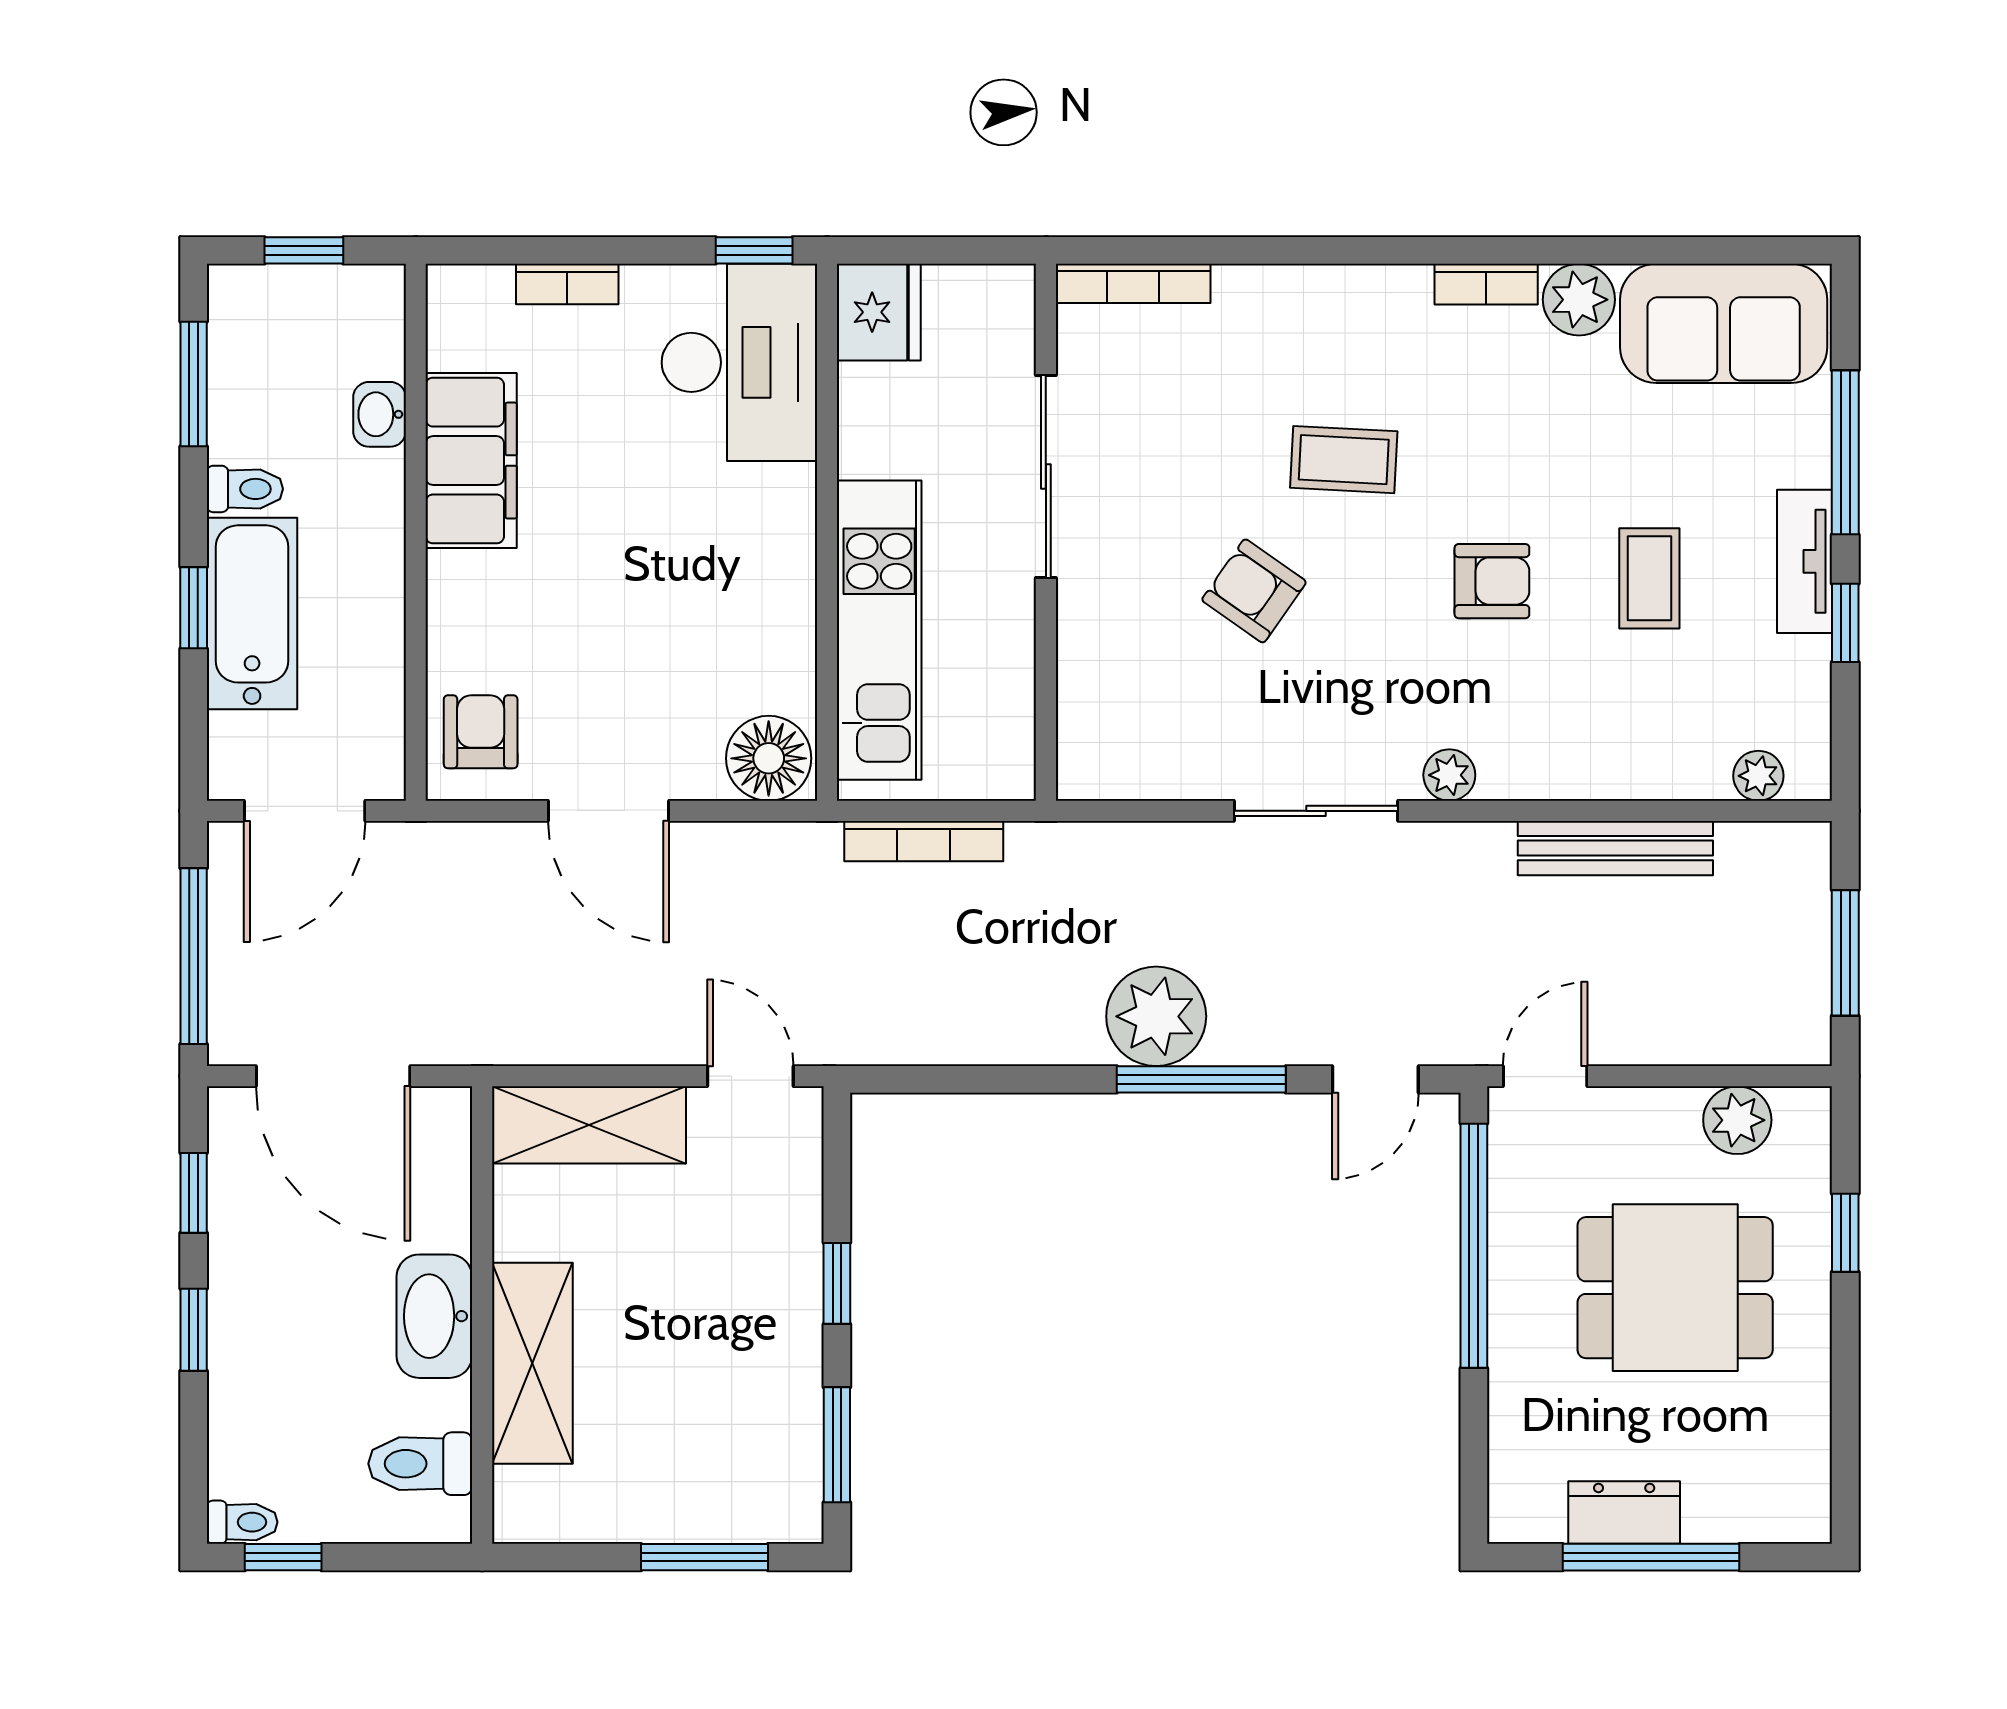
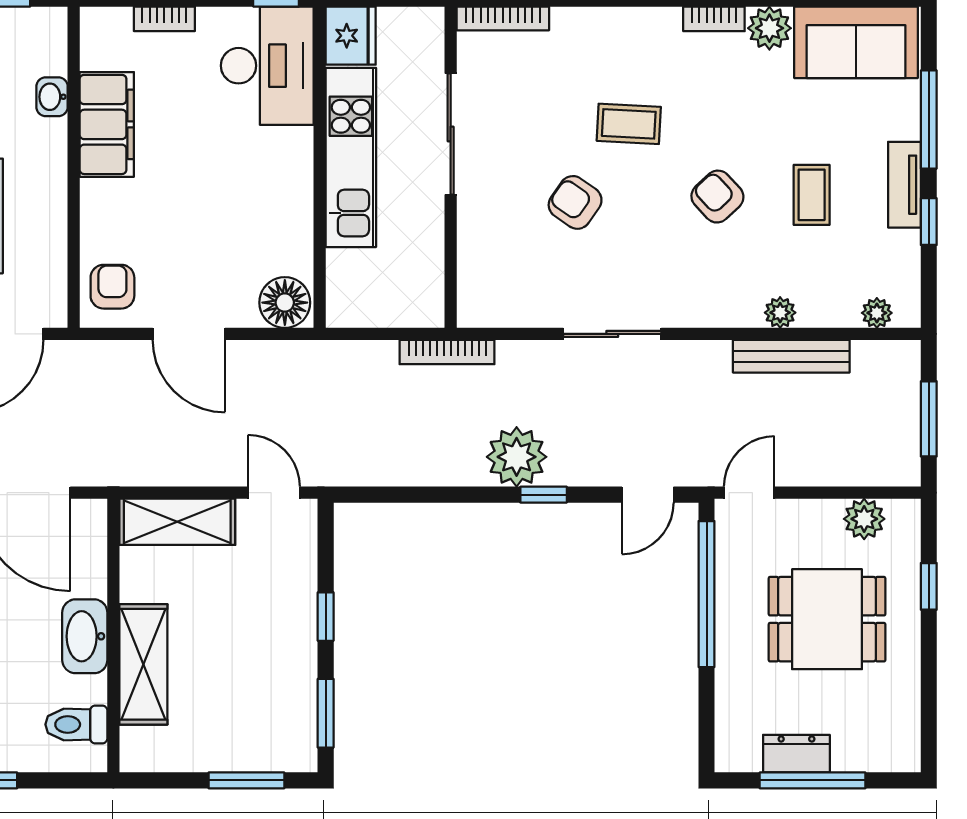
armchair: (1492, 581) -> (717, 197), turned -133
kitchen unit: (879, 630) -> (351, 157), moved
plant: (1449, 775) -> (780, 313), moved
bookcase: (924, 841) -> (447, 352), moved
window: (1201, 1079) -> (544, 495), width x0.46

